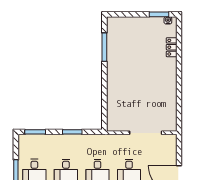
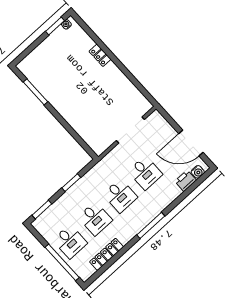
locker: (172, 47) -> (100, 55), moved

